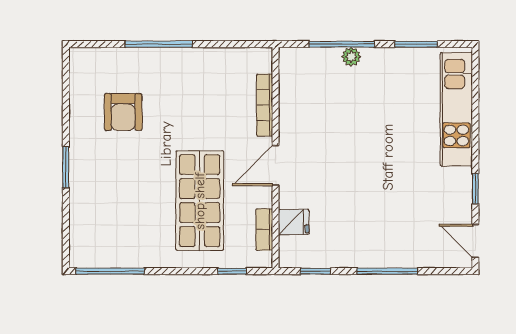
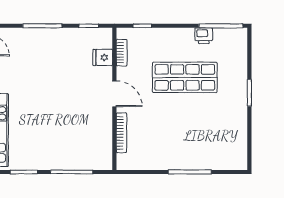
plant: (351, 57) -> (66, 164), removed
armchair: (123, 112) -> (212, 128), removed
door: (276, 165) -> (114, 94), hinge flipped
shop shelf: (200, 201) -> (185, 77), moved, turned 90
printer: (137, 256) -> (204, 36), added

